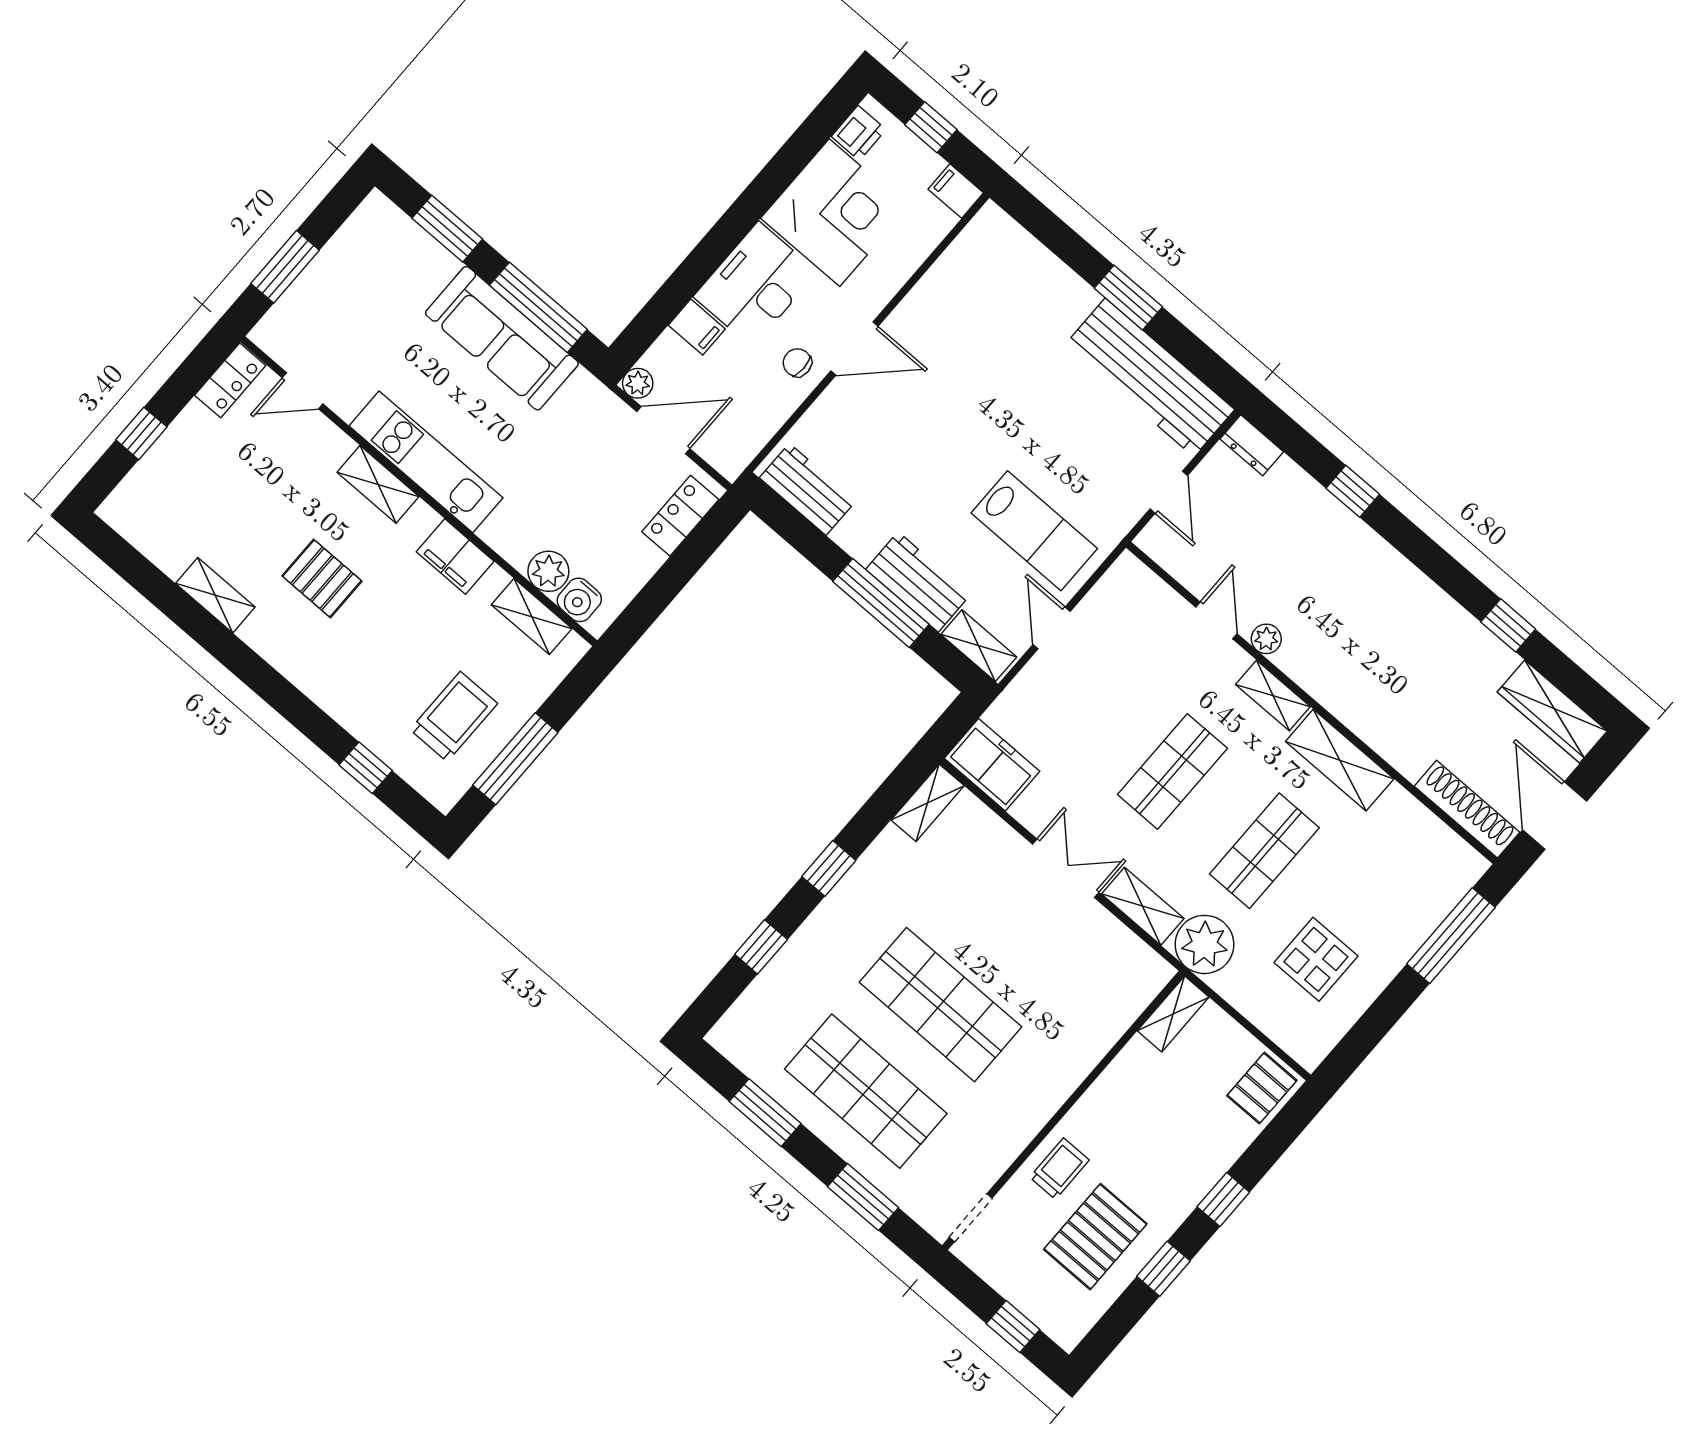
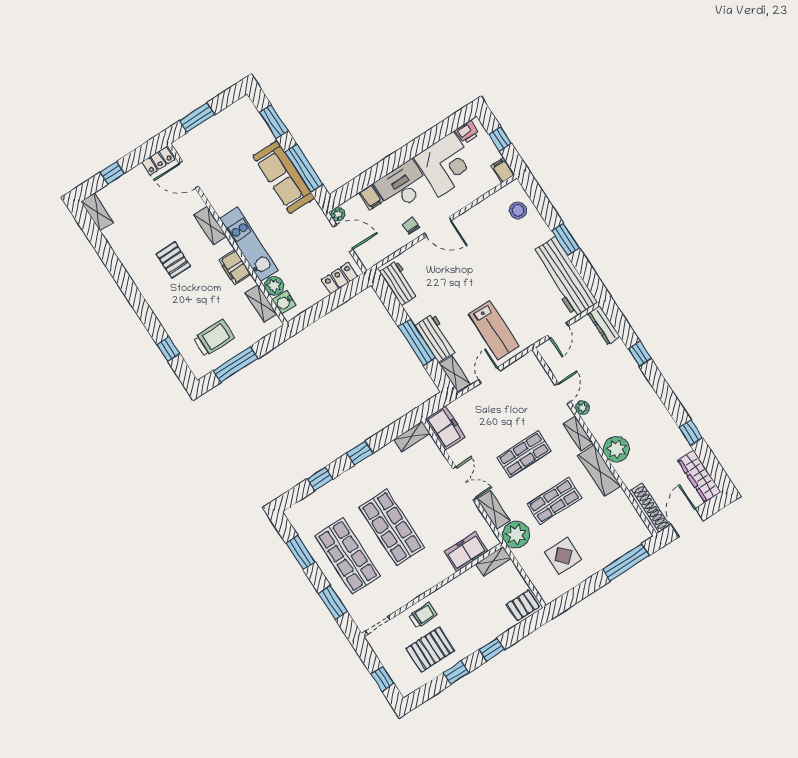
stool: (1012, 266) -> (518, 210), added
door: (303, 391) -> (189, 175), width x1.38
dresser: (1252, 445) -> (604, 325), width x1.44
kitchen unit: (426, 462) -> (249, 245), moved
shelving: (215, 595) -> (97, 212), moved
plant: (1362, 705) -> (616, 449), added
freezer: (1110, 1010) -> (466, 552), added

